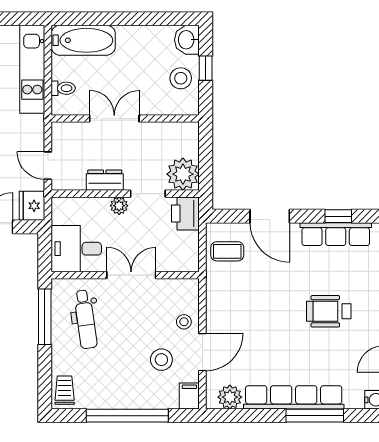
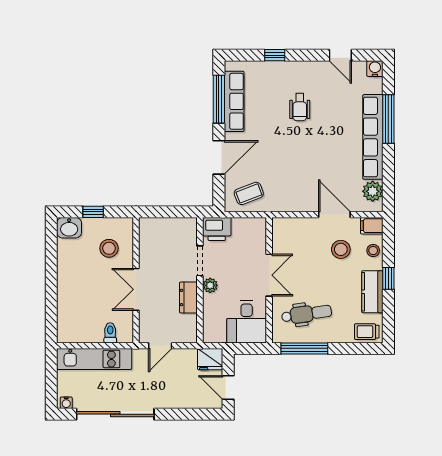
bathtub: (83, 40) -> (70, 316), removed
stool: (181, 78) -> (109, 248), moved
door: (48, 166) -> (160, 346), moved
plant: (183, 174) -> (183, 231), removed
window: (338, 216) -> (219, 99), width x2.17
coffee table: (227, 251) -> (249, 193), turned 69
double door: (131, 275) -> (269, 275), swing flipped
wheelchair: (329, 311) -> (300, 107), width x0.73, depth x0.73
stool: (184, 322) -> (373, 251), moved
kitchen counter: (112, 397) -> (372, 292), added
window: (127, 416) -> (388, 278), width x0.32

